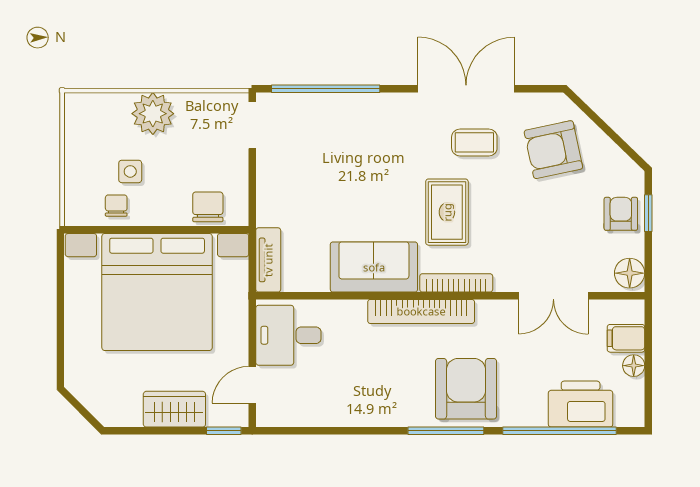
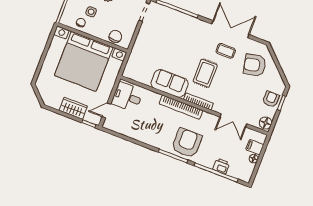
tv unit: (268, 260) -> (131, 65), removed
printer: (581, 404) -> (221, 166), width x0.53, depth x0.68

